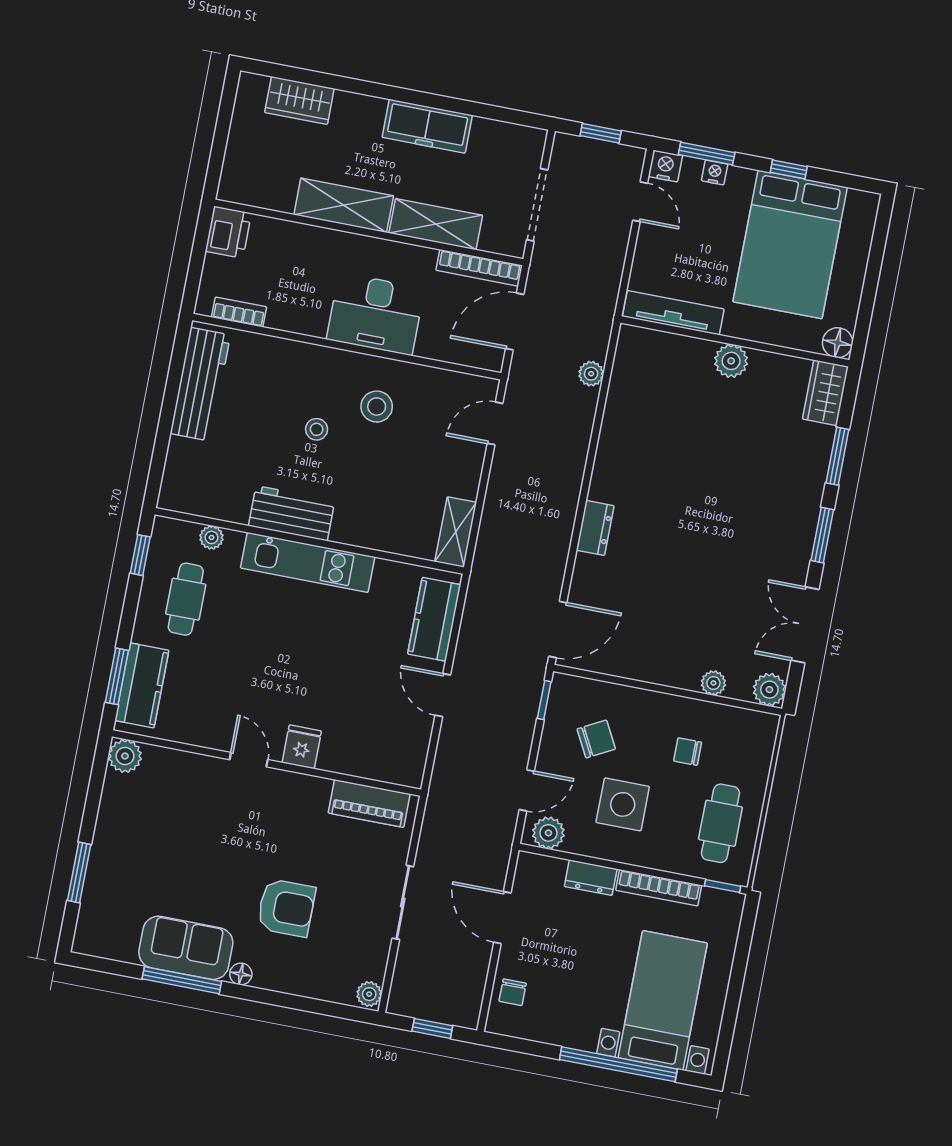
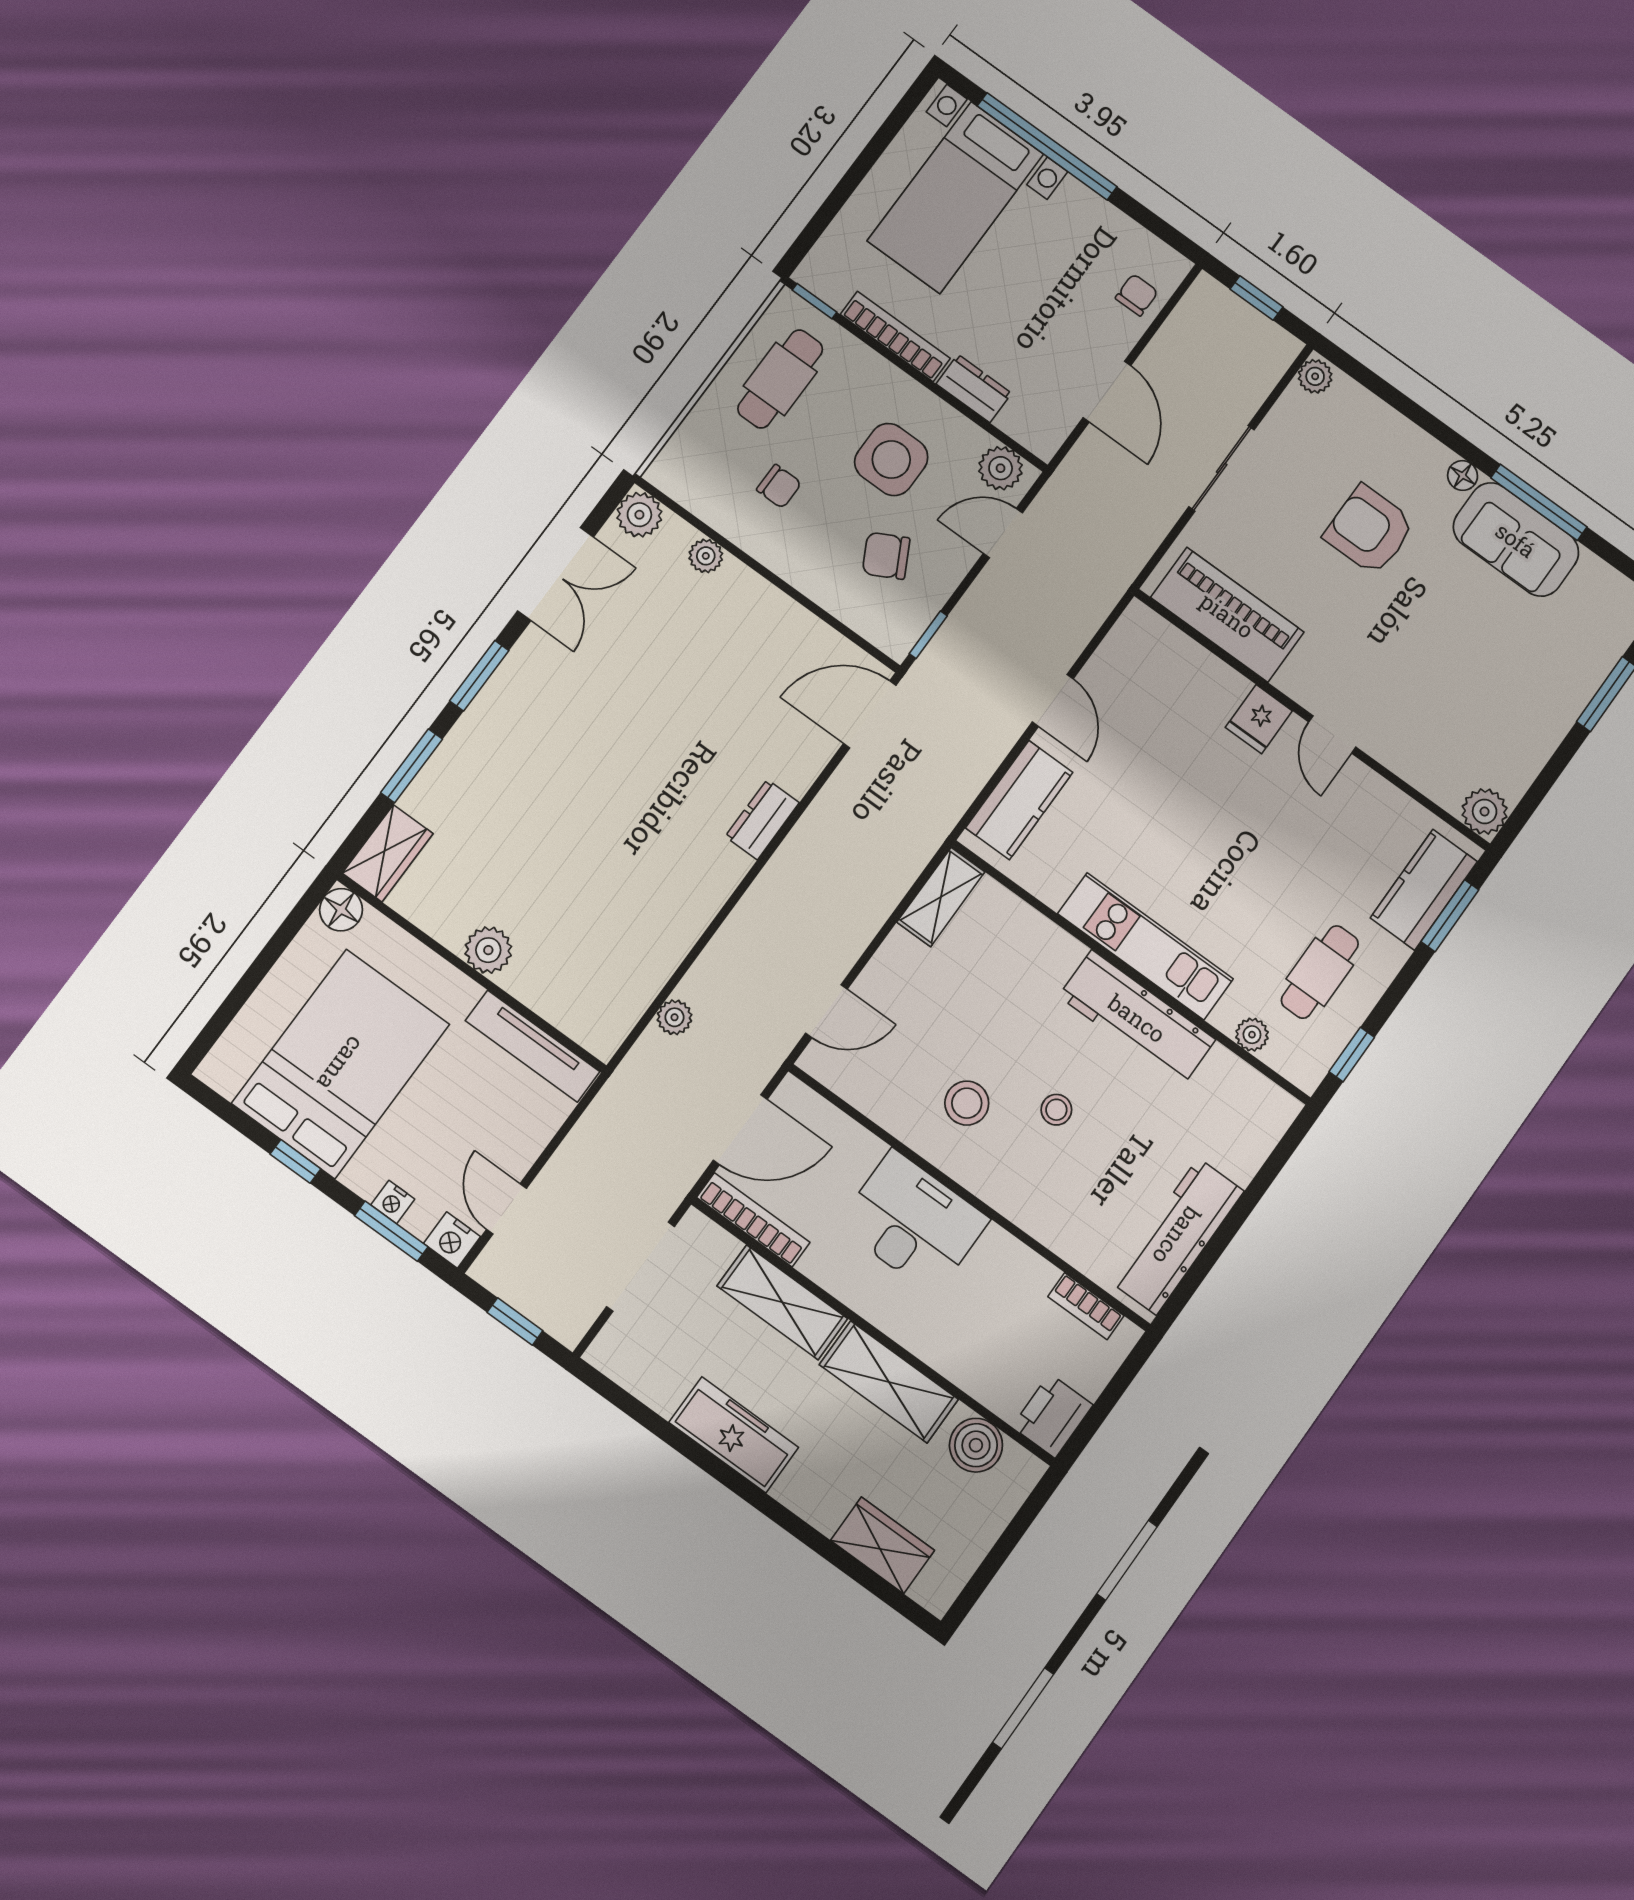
boiler: (269, 191) -> (976, 1445), added
workbench: (292, 513) -> (1137, 1018), width x1.37
piano: (369, 803) -> (1227, 615), width x1.37, depth x1.33

